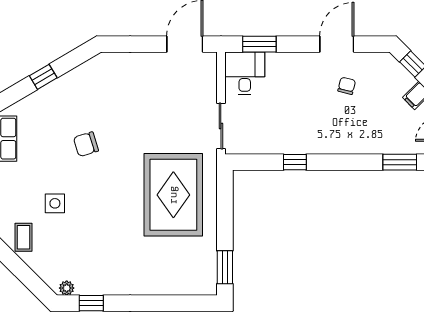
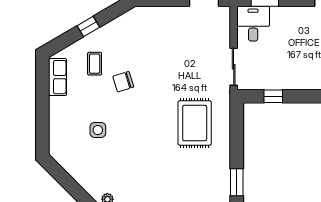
window: (295, 162) -> (273, 96), moved
rug: (173, 195) -> (195, 123), width x0.73, depth x0.69
coffee table: (23, 237) -> (95, 64), moved

